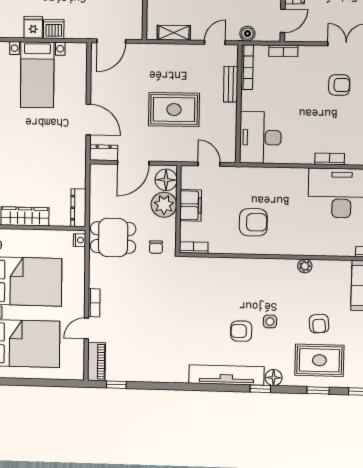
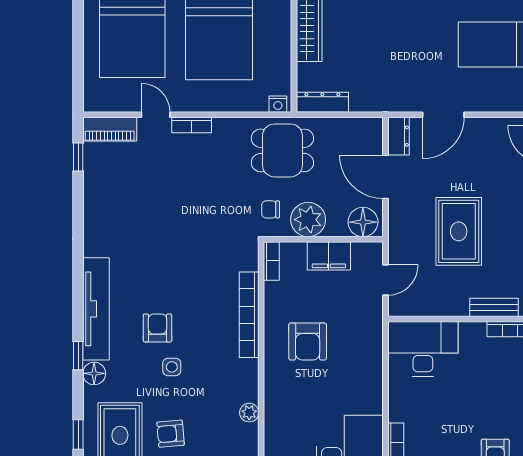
plant: (164, 205) -> (308, 220), moved
dining table: (113, 238) -> (282, 150), turned 90
bookcase: (233, 265) -> (249, 315), added

